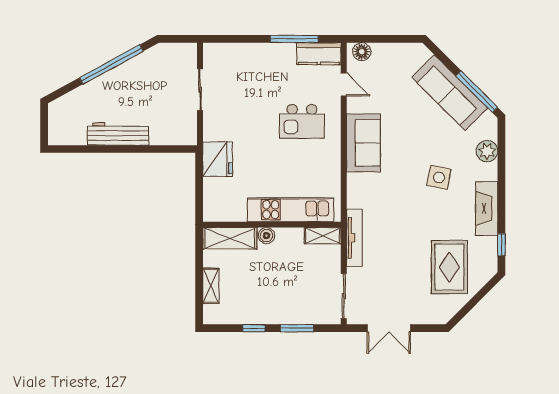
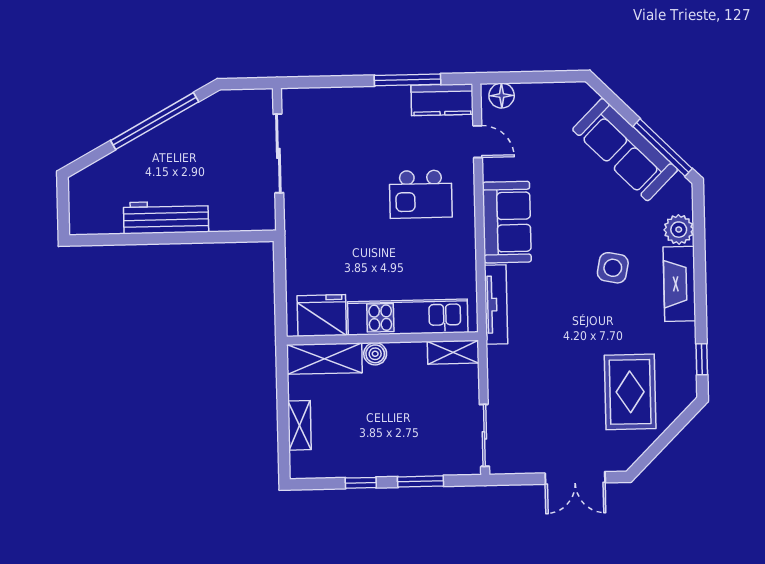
sliding door: (200, 90) -> (278, 153), width x1.37
fridge: (218, 159) -> (322, 315), moved, turned -90
fireplace: (487, 208) -> (679, 284), moved
tv unit: (354, 238) -> (496, 305), moved
double door: (389, 328) -> (575, 478), moved

